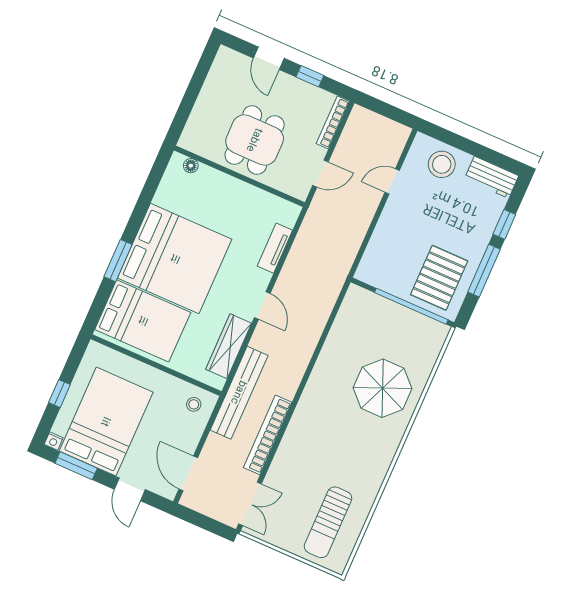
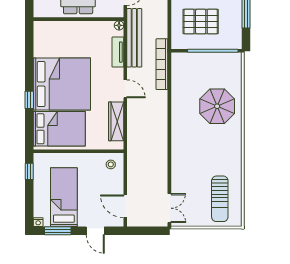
floor lamp: (191, 166) -> (119, 25), moved
window: (118, 261) -> (29, 100), width x0.67
pallet: (439, 278) -> (201, 22), moved, turned 90
bench: (239, 393) -> (134, 38), moved
window: (59, 394) -> (29, 171), moved
bed: (106, 422) -> (64, 197), width x0.67
bookcase: (268, 435) -> (162, 64), moved

